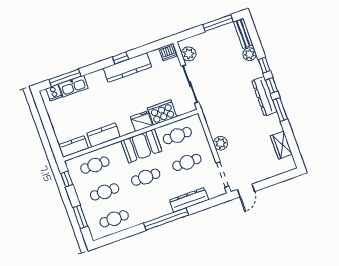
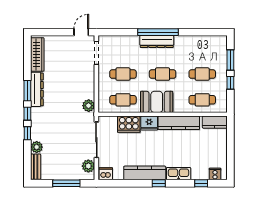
window: (218, 23) -> (66, 183), moved
window: (120, 58) -> (159, 183), moved
window: (65, 78) -> (201, 183), width x0.46
kitchen sink: (73, 86) -> (179, 174), moved
dresser: (264, 96) -> (37, 89), moved
kitchen counter: (103, 135) -> (179, 123), width x1.50
plant: (220, 143) -> (89, 106), moved
wardrobe: (281, 145) -> (37, 54), width x1.50
window: (67, 179) -> (230, 83), moved
dresser: (189, 200) -> (157, 41), moved
cafe table: (114, 219) -> (202, 48), removed

